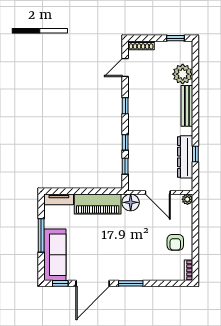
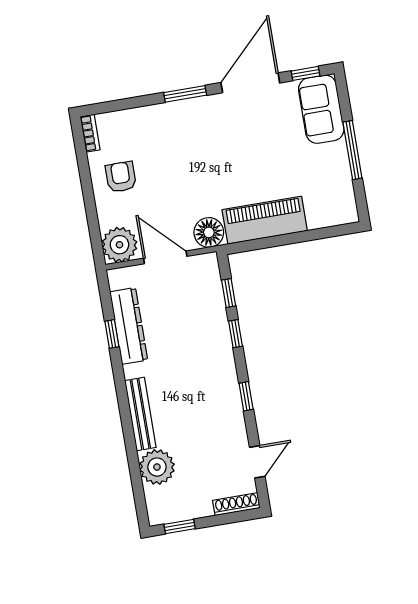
tv unit: (59, 199) -> (332, 217), removed
plant: (187, 199) -> (119, 245), width x1.88, depth x1.88
sofa: (55, 255) -> (321, 109), width x0.73

